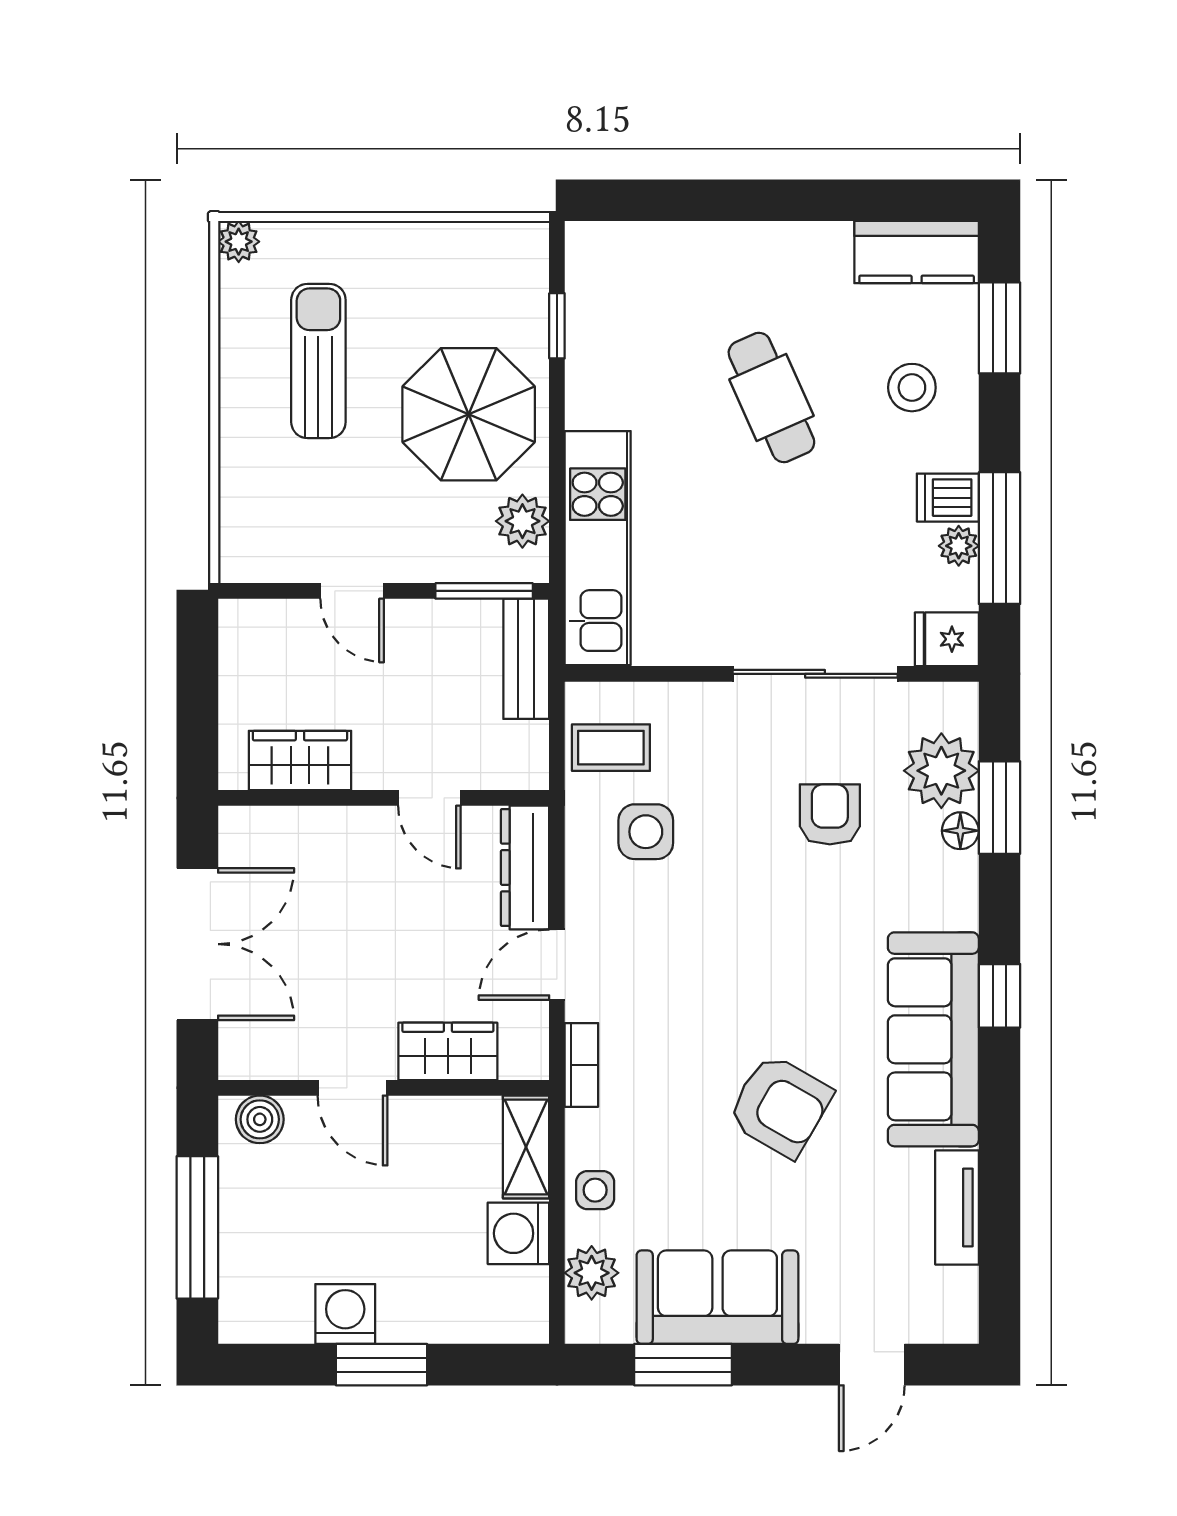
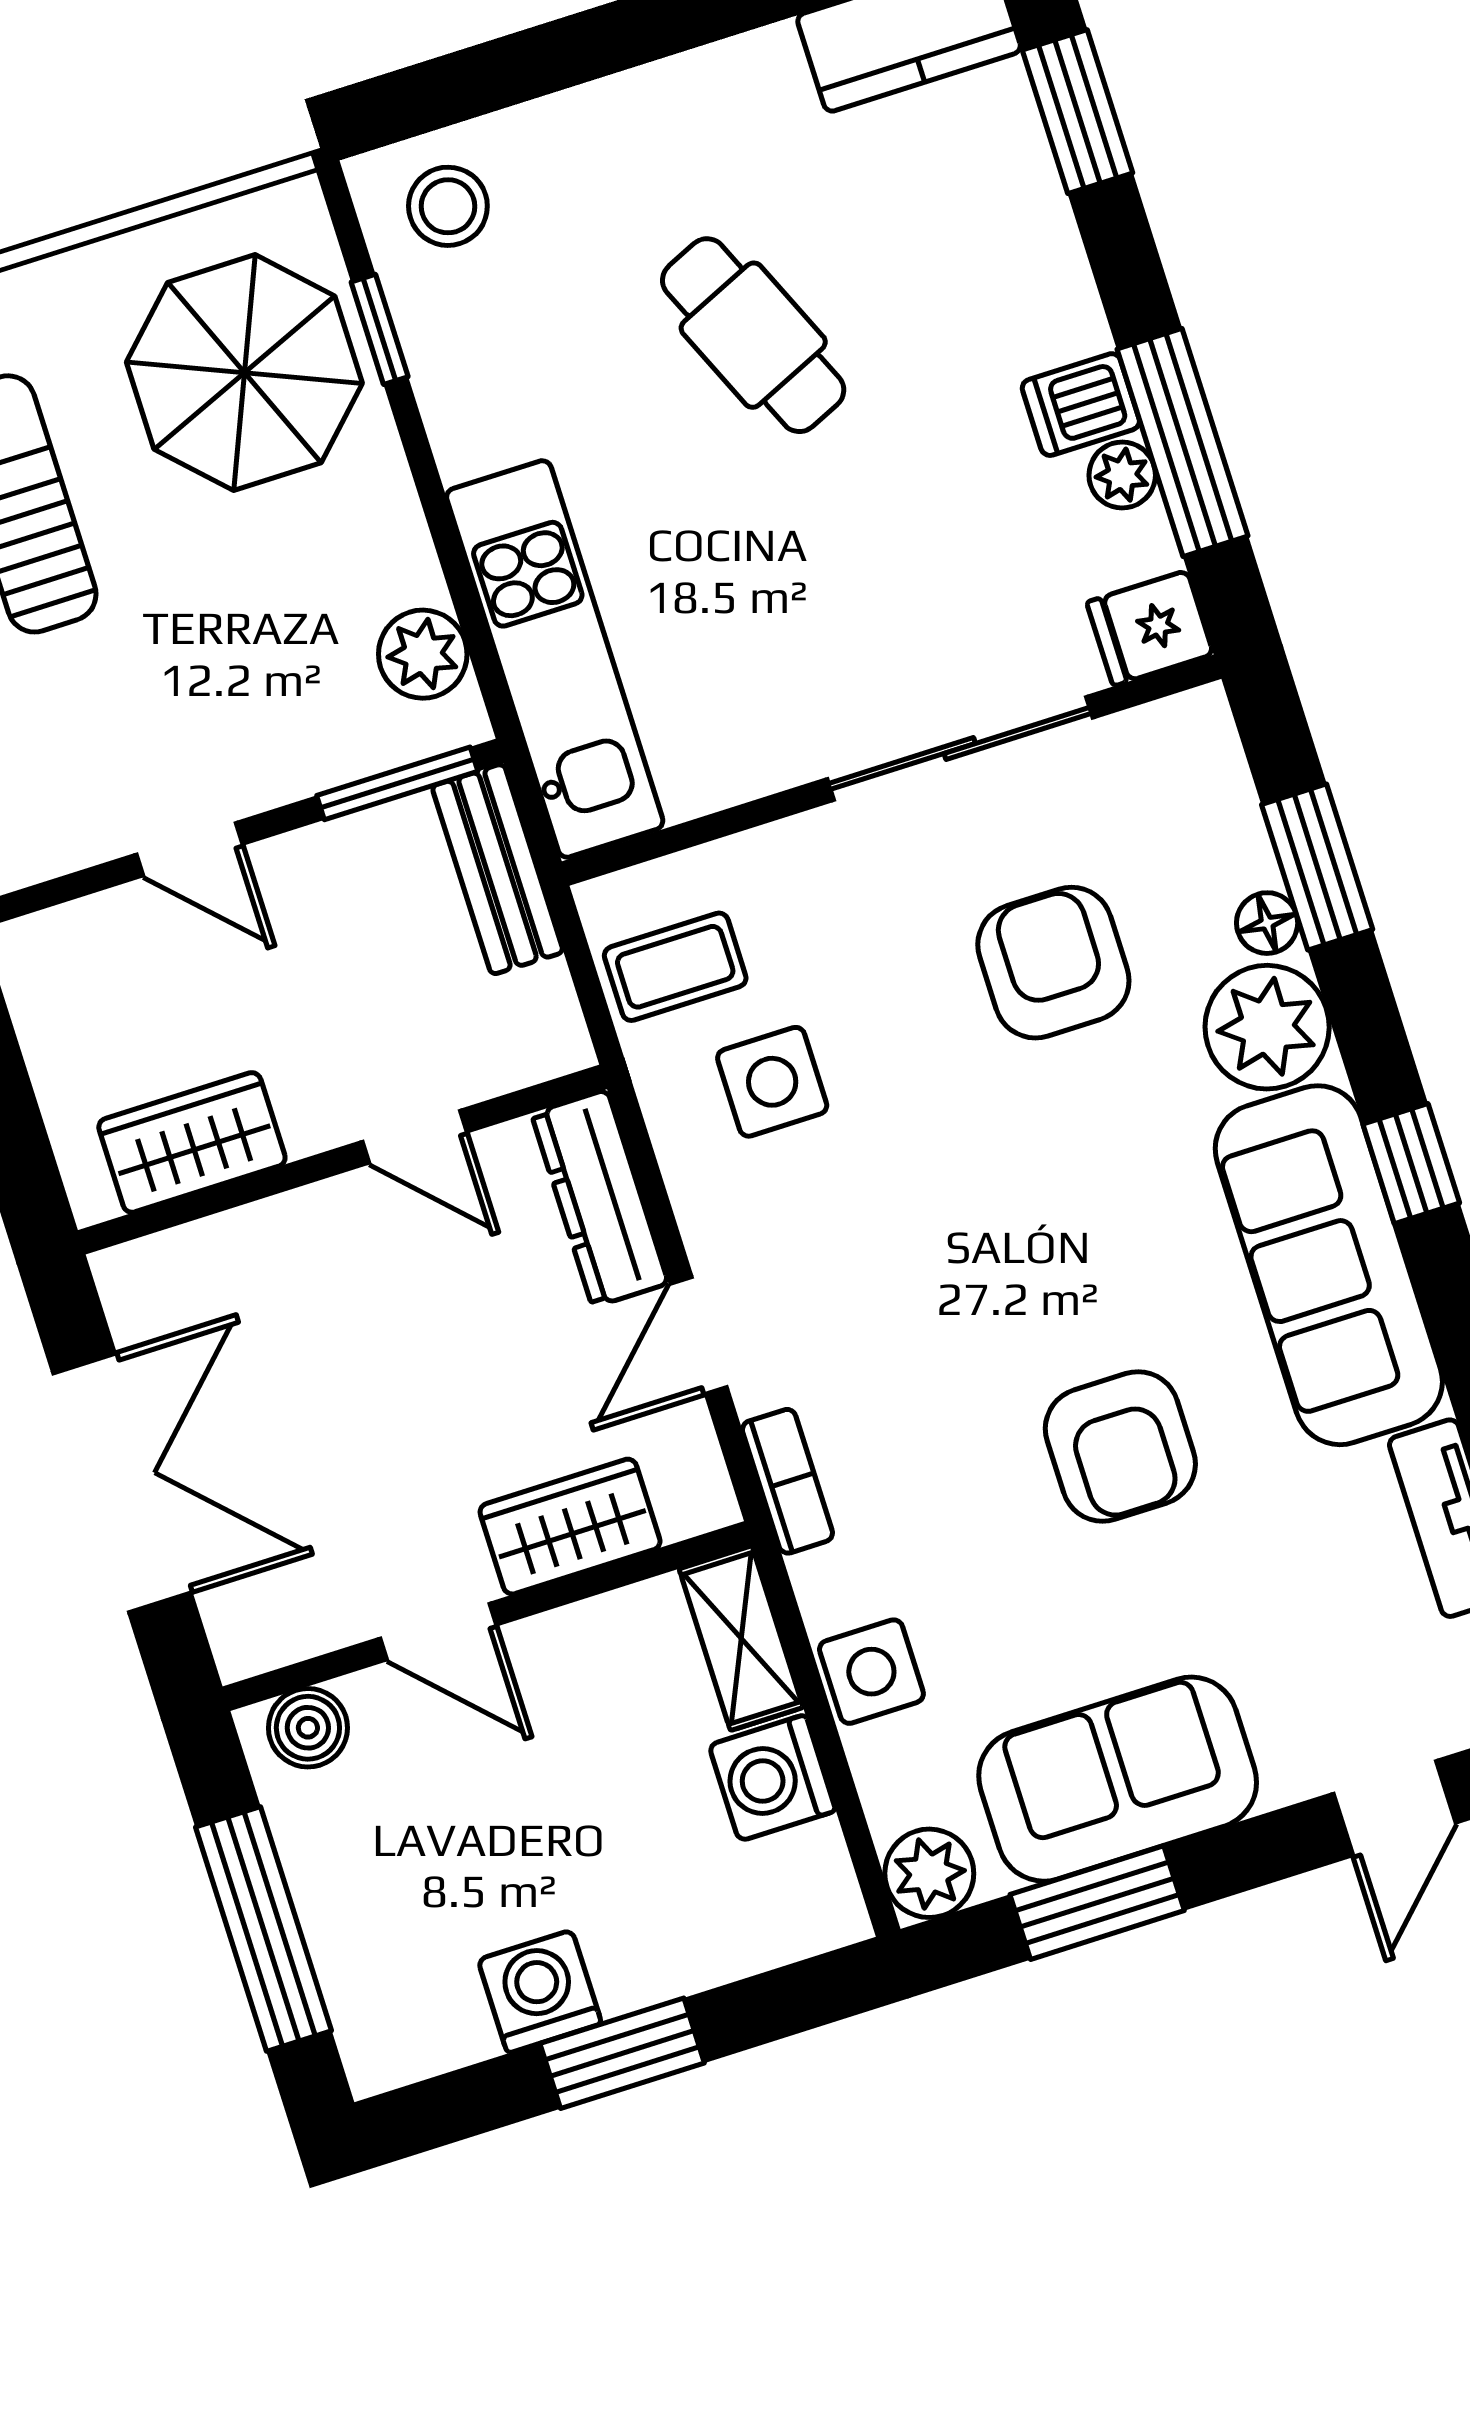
stool: (912, 388) -> (448, 206), moved
parasol: (469, 414) -> (244, 373), moved
plant: (941, 771) -> (1267, 1027), moved
armchair: (830, 814) -> (1053, 963), width x1.38, depth x1.38
armchair: (780, 1106) -> (1120, 1446), turned 60
side table: (595, 1190) -> (871, 1672), width x1.37, depth x1.37
plant: (592, 1273) -> (929, 1873), moved

